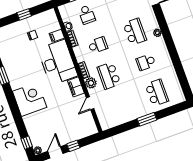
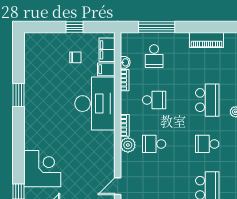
school desk: (109, 76) -> (154, 144), width x0.54
filing cabinet: (76, 87) -> (107, 50), moved
corner desk: (30, 99) -> (42, 169), moved
door: (90, 103) -> (118, 186), moved

